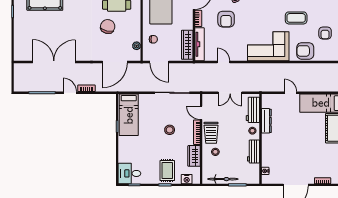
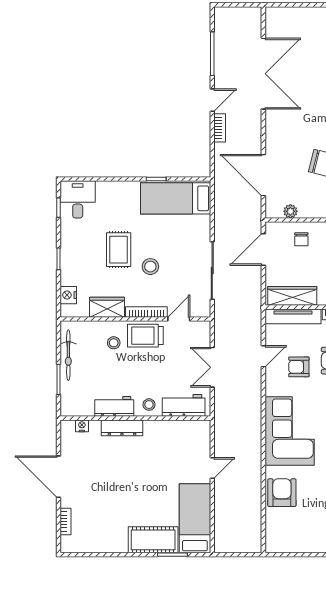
armchair: (325, 33) -> (299, 367), moved
dresser: (266, 121) -> (122, 428), moved
rug: (167, 171) -> (119, 250), moved, turned 90

